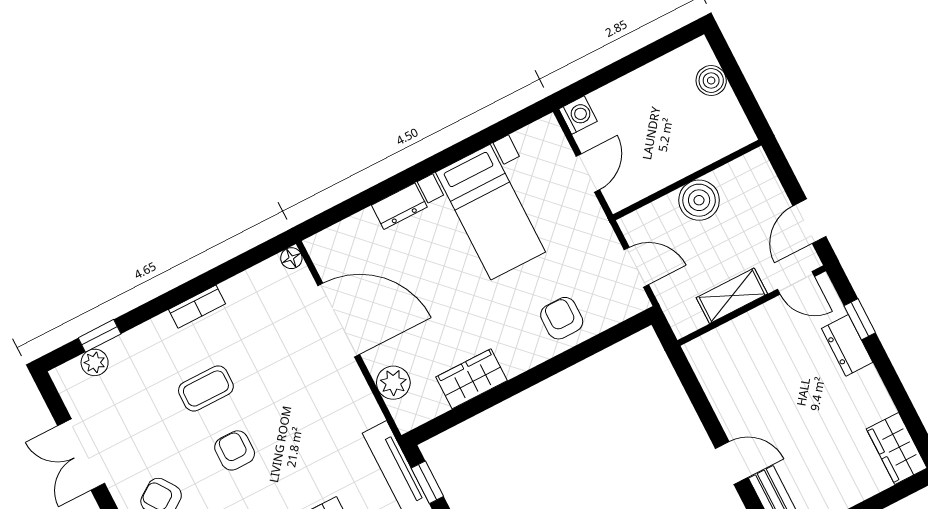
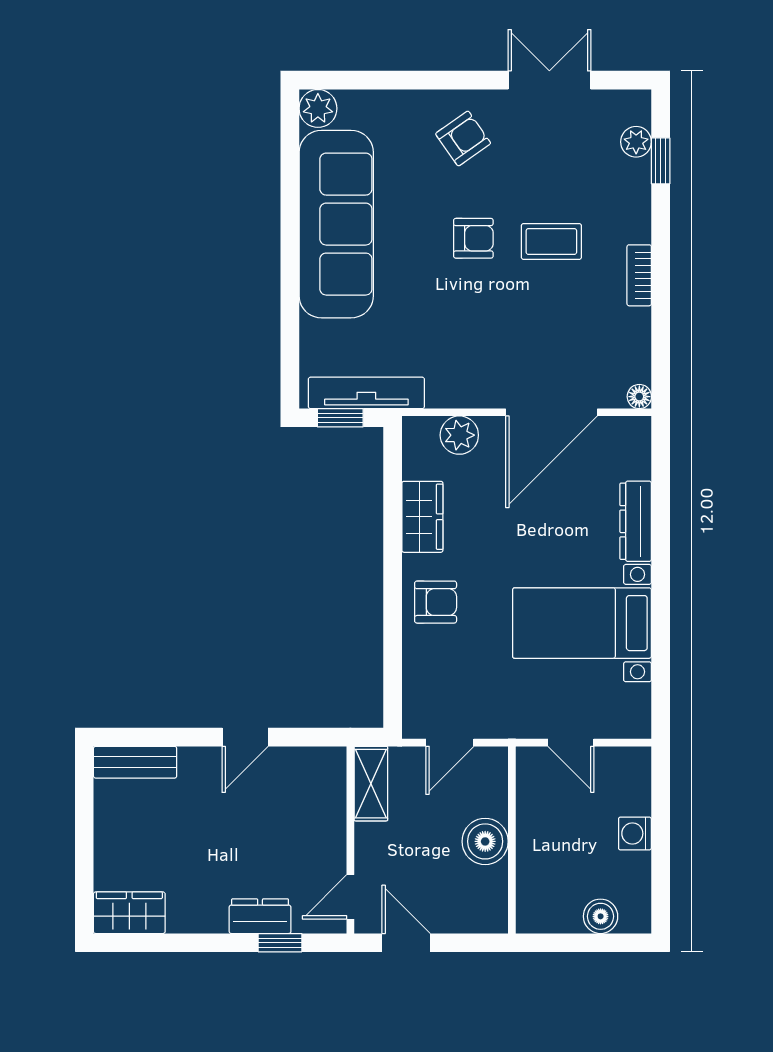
washing machine: (578, 115) -> (635, 833), moved, turned 90
dresser: (399, 206) -> (636, 521), width x1.44
shelving: (732, 296) -> (371, 784), moved
armchair: (562, 318) -> (436, 602), moved
coffee table: (206, 388) -> (551, 241), turned 90
door: (732, 463) -> (245, 737), moved

